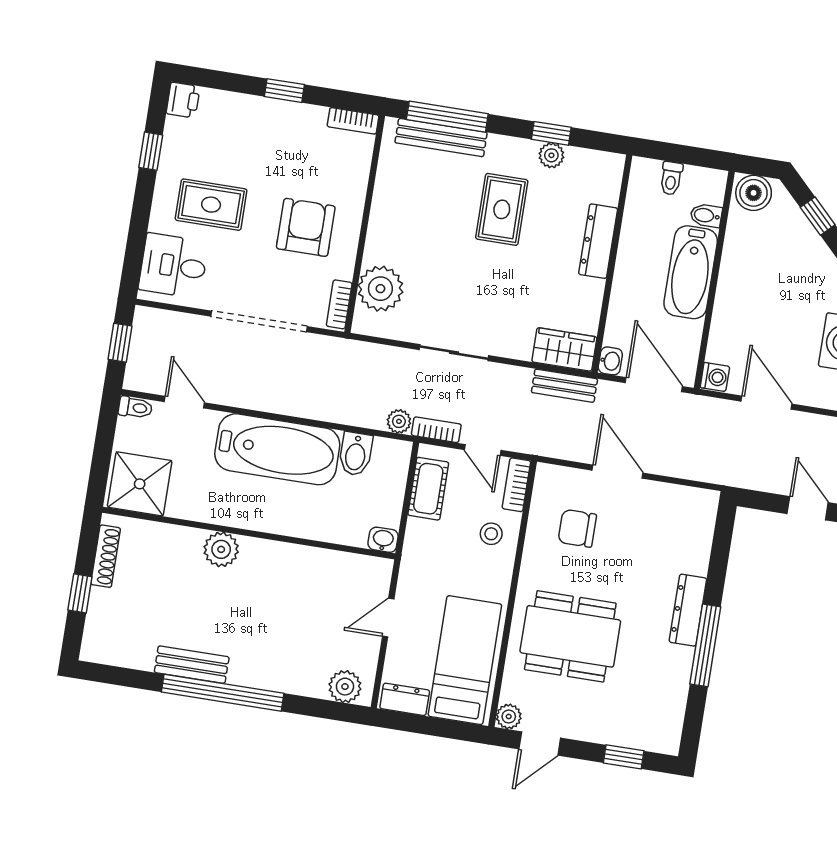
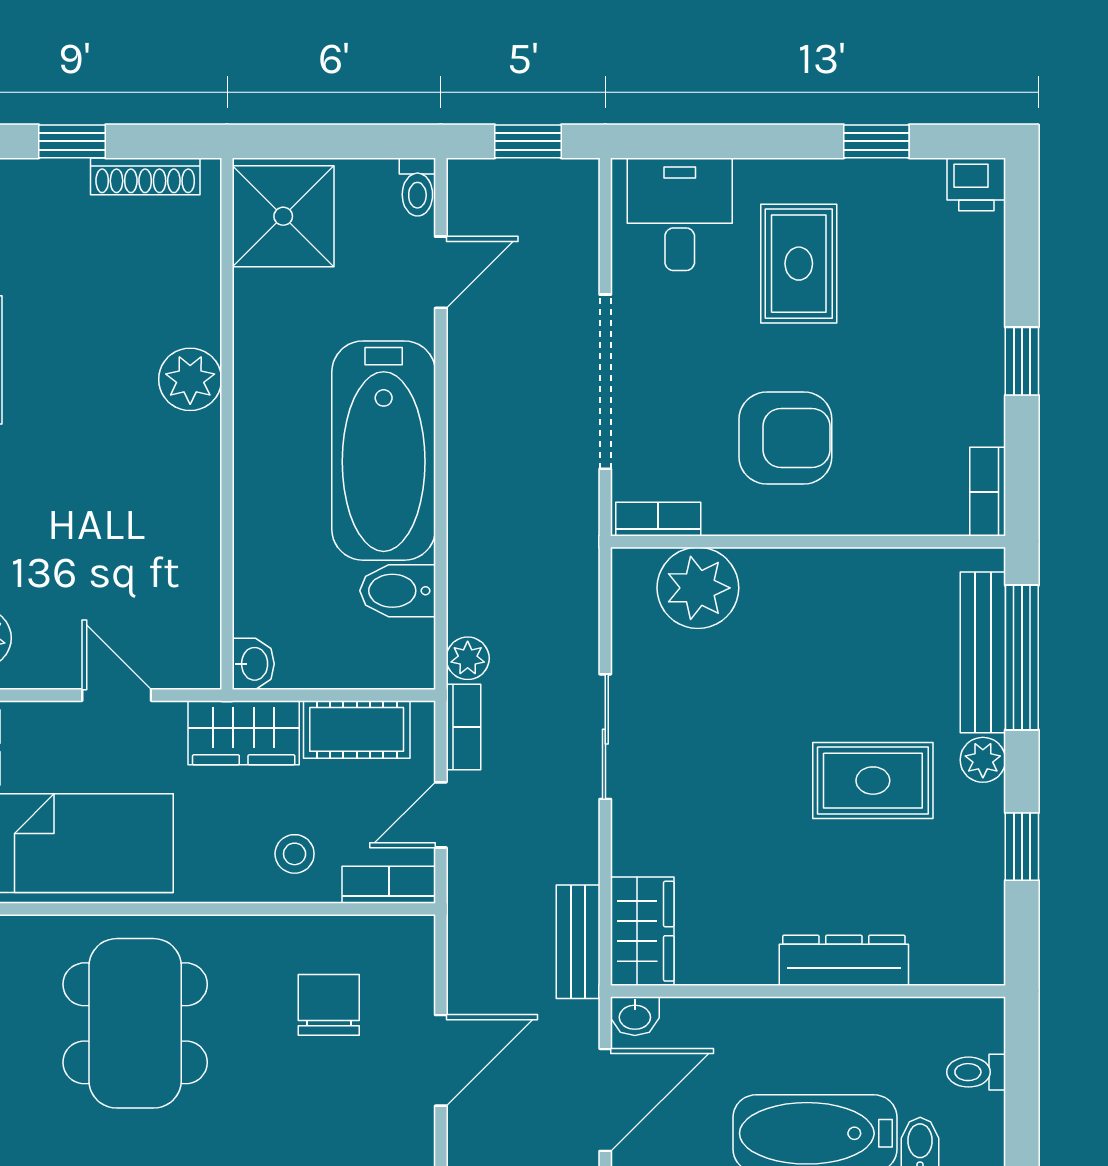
plant: (551, 155) -> (983, 760), moved
wardrobe: (420, 551) -> (244, 733), added

